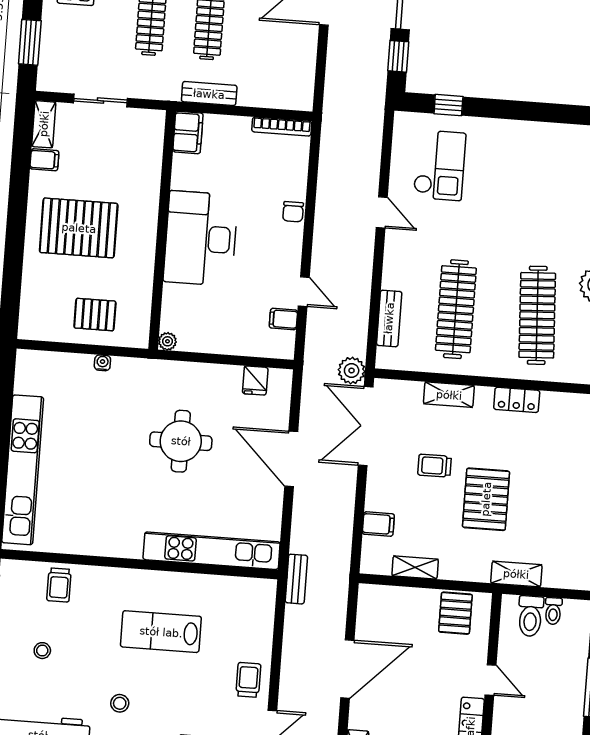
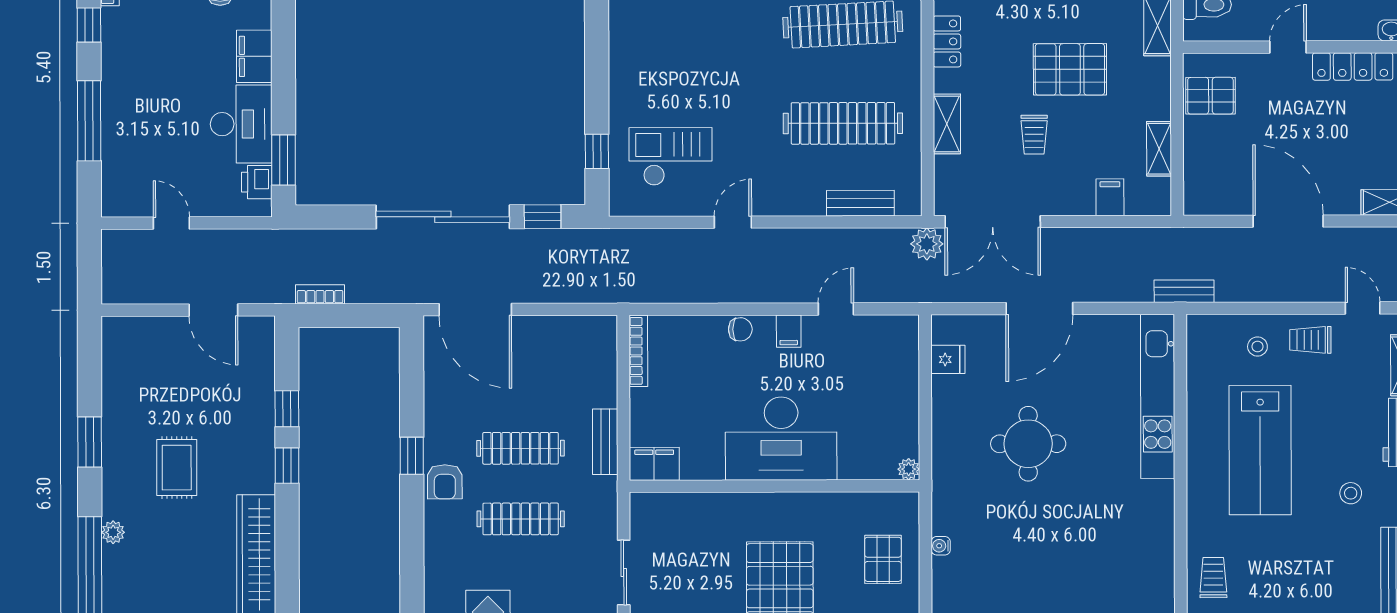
filing cabinet: (283, 319) -> (789, 331), moved
trolley: (59, 585) -> (1213, 578), turned -90
lab bench: (161, 632) -> (1260, 450), width x1.36, depth x1.39
stool: (42, 651) -> (1257, 347), moved

